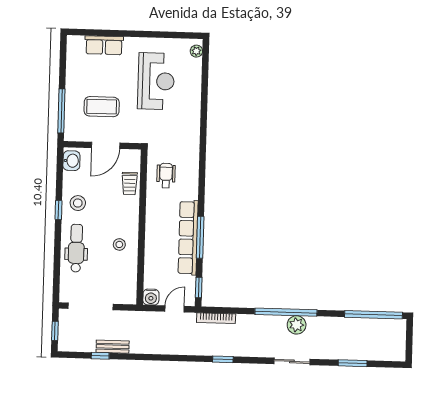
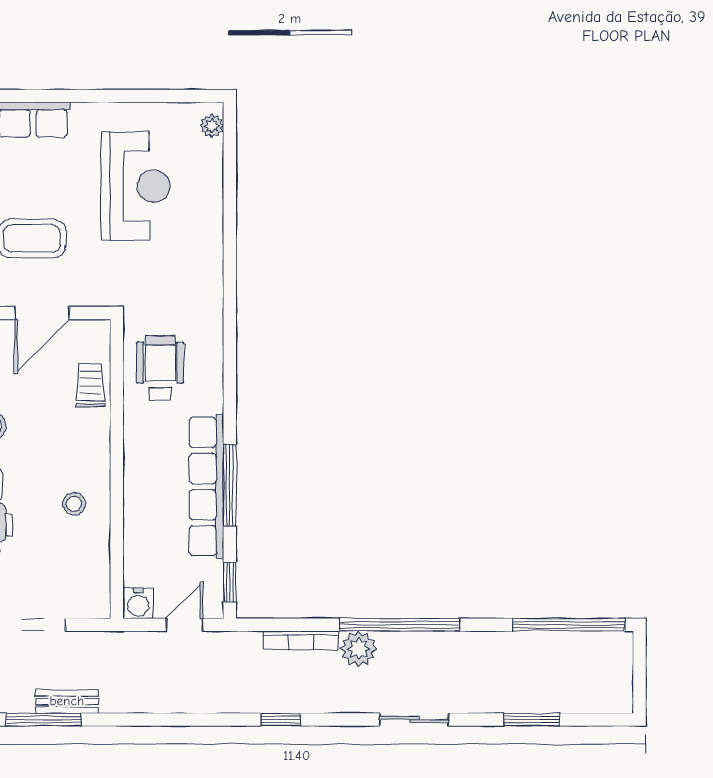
wheelchair: (166, 176) -> (160, 368), width x1.36, depth x1.37
trolley: (130, 184) -> (90, 385), turned 180
bookcase: (216, 318) -> (301, 640), moved
plant: (297, 325) -> (359, 649), moved
window: (100, 356) -> (43, 720), width x2.17

